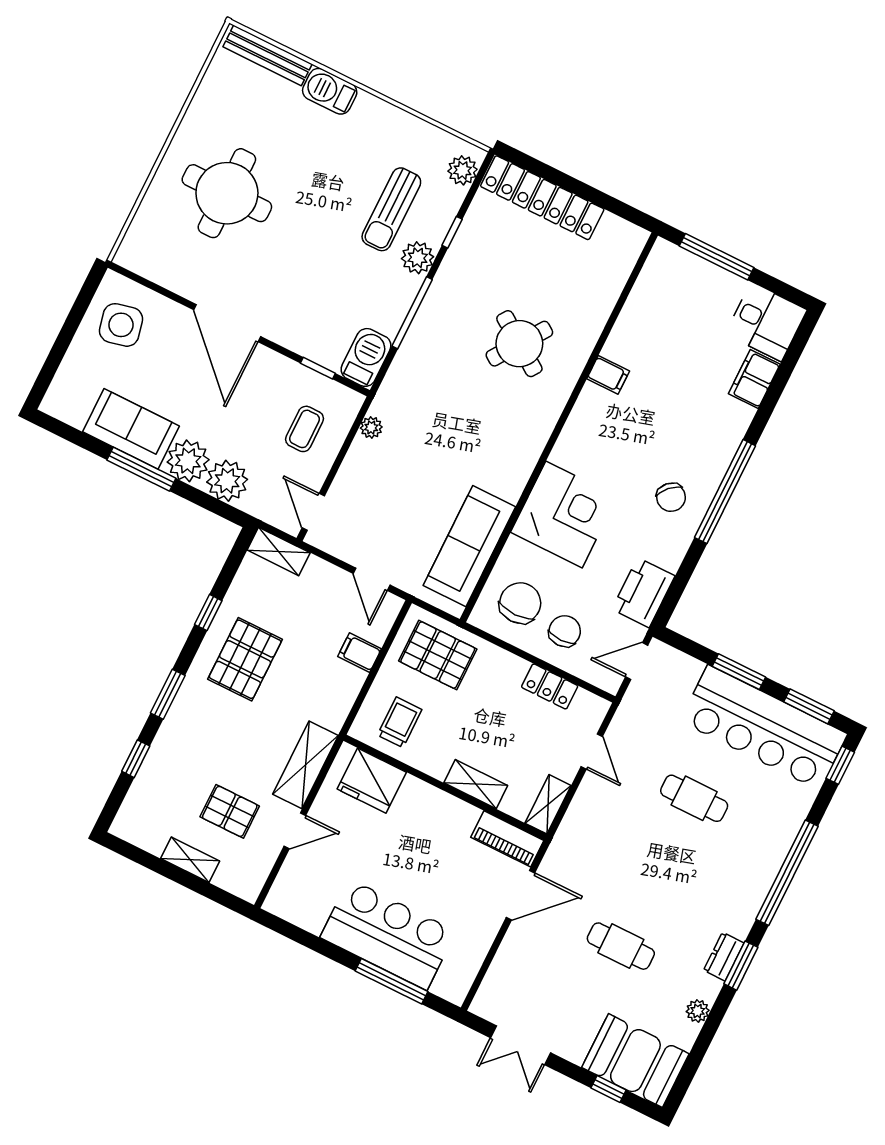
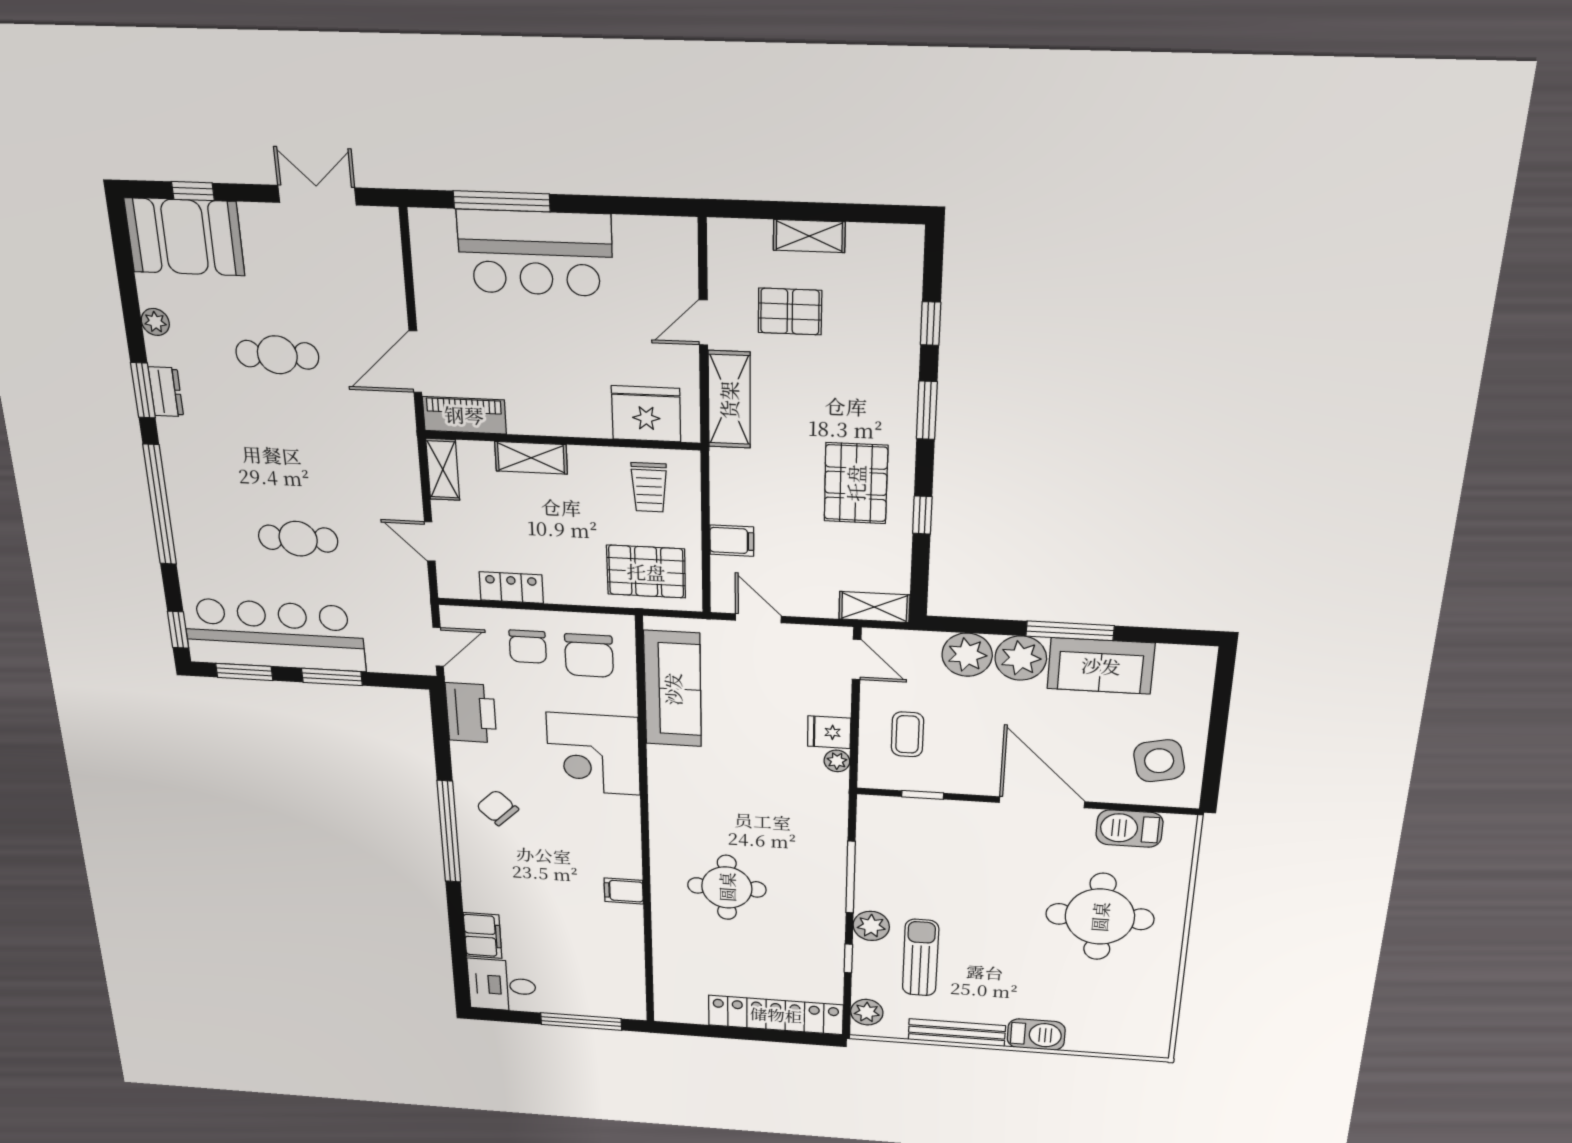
bench: (268, 55) -> (957, 1033), moved
round table: (519, 344) -> (727, 887), turned -35
barbecue: (366, 357) -> (1129, 828), moved, turned 90
fridge: (365, 456) -> (829, 732), added

